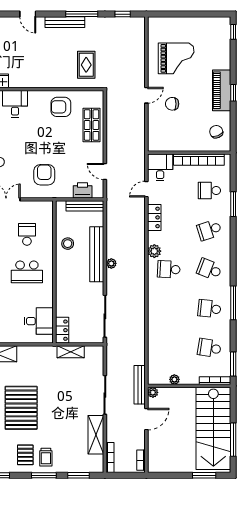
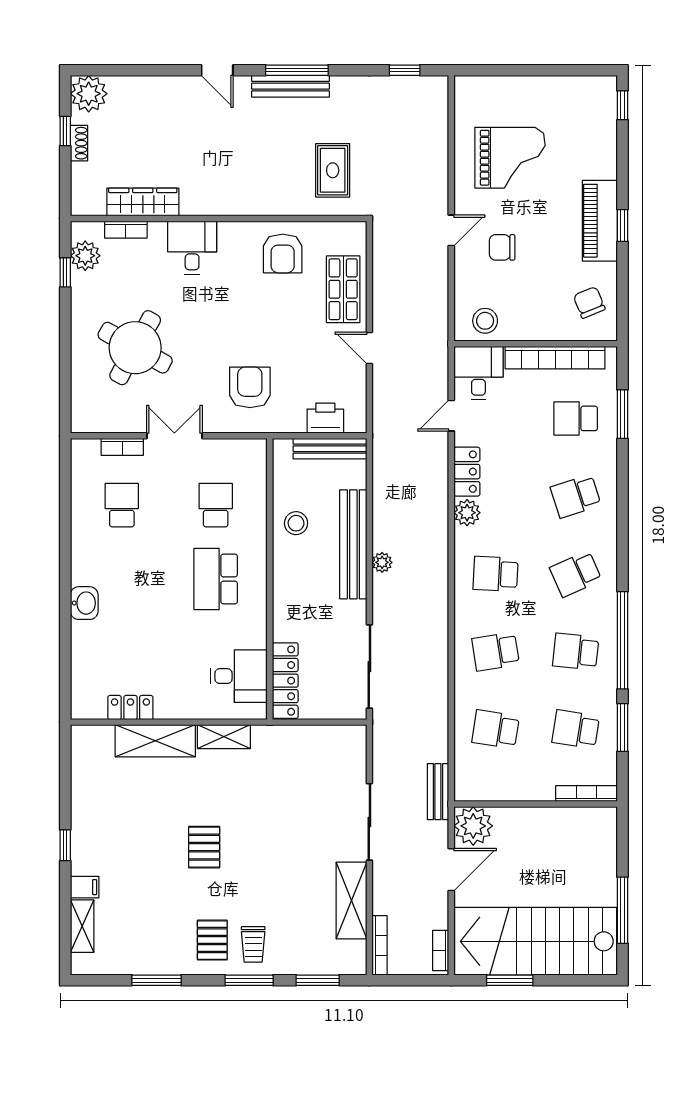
window: (82, 14) -> (297, 70), moved
armchair: (61, 107) -> (283, 253), turned -90
stool: (163, 141) -> (485, 321), added
door: (105, 171) -> (369, 348), moved
window: (233, 204) -> (623, 414), moved
plant: (154, 251) -> (467, 513), moved
school desk: (209, 269) -> (576, 574), turned -45
school desk: (27, 272) -> (216, 579), turned 90
window: (233, 303) -> (623, 640), width x1.46
school desk: (169, 309) -> (496, 652), added
locker: (62, 330) -> (285, 681), width x1.53
school desk: (169, 348) -> (496, 729), added
shelving: (71, 352) -> (224, 737), moved
window: (233, 364) -> (623, 728), moved
plant: (174, 379) -> (507, 791), removed
bench: (140, 385) -> (438, 792), width x0.73
plant: (153, 392) -> (473, 826), width x1.87, depth x1.87
pallet: (21, 408) -> (204, 847), width x0.49, depth x0.50
stairs: (213, 428) -> (535, 941), moved, turned 90
window: (204, 475) -> (510, 980), moved

